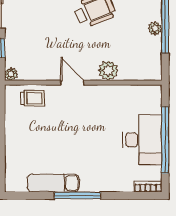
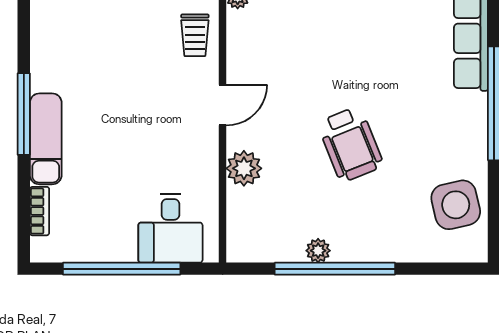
desk: (142, 140) -> (170, 228), moved, width x0.73
exam couch: (53, 183) -> (46, 139), moved
bookcase: (148, 187) -> (40, 211), moved

